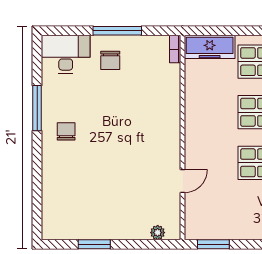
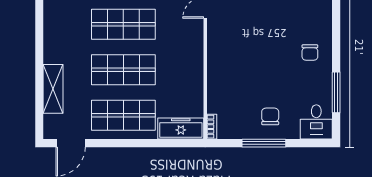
desk: (66, 54) -> (316, 122), width x0.73
window: (37, 108) -> (336, 92), moved

